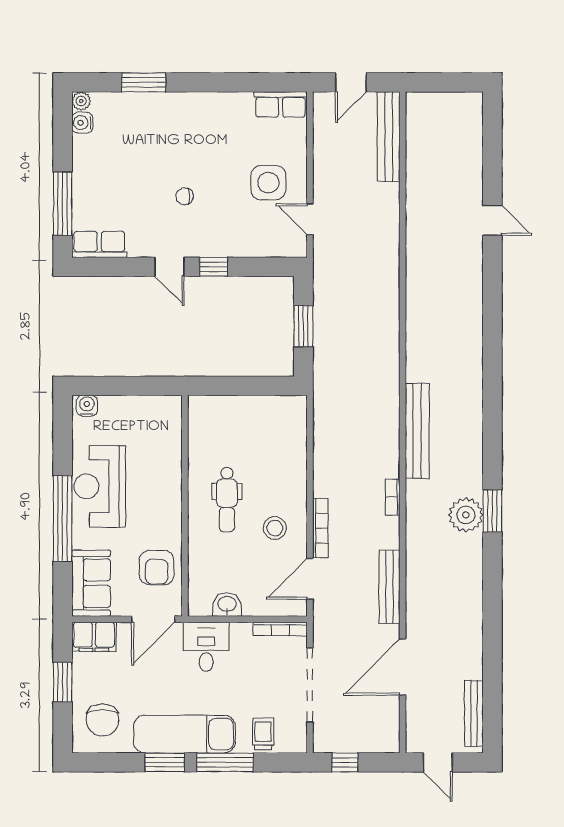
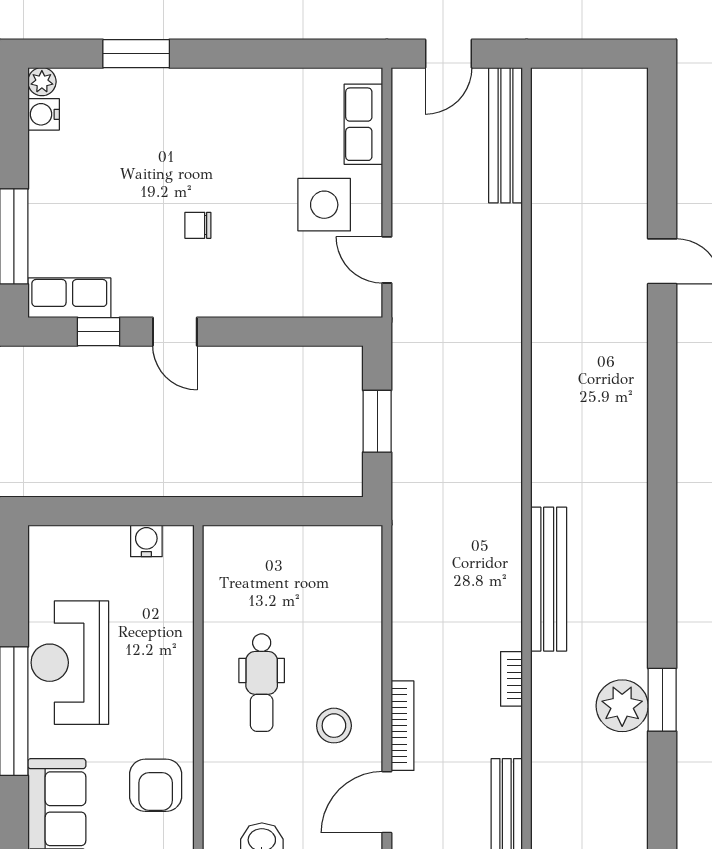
row of seats: (280, 104) -> (363, 124), moved, turned 90
window: (214, 267) -> (99, 332), moved
water cooler: (87, 406) -> (146, 541), moved

